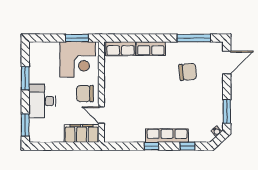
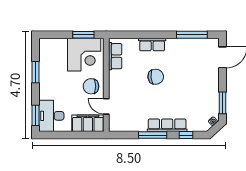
row of seats: (121, 49) -> (115, 56), moved, turned -90
chair: (188, 72) -> (156, 77), moved
desk: (42, 101) -> (51, 116), moved
window: (151, 146) -> (153, 135), width x2.17

